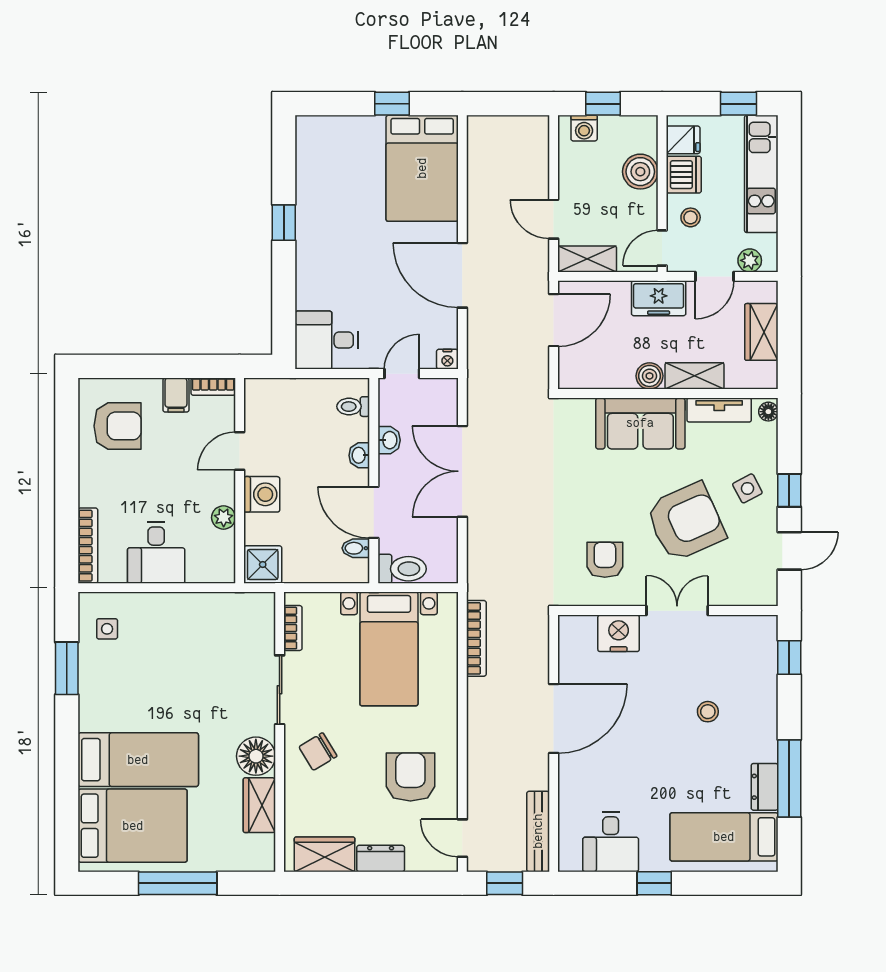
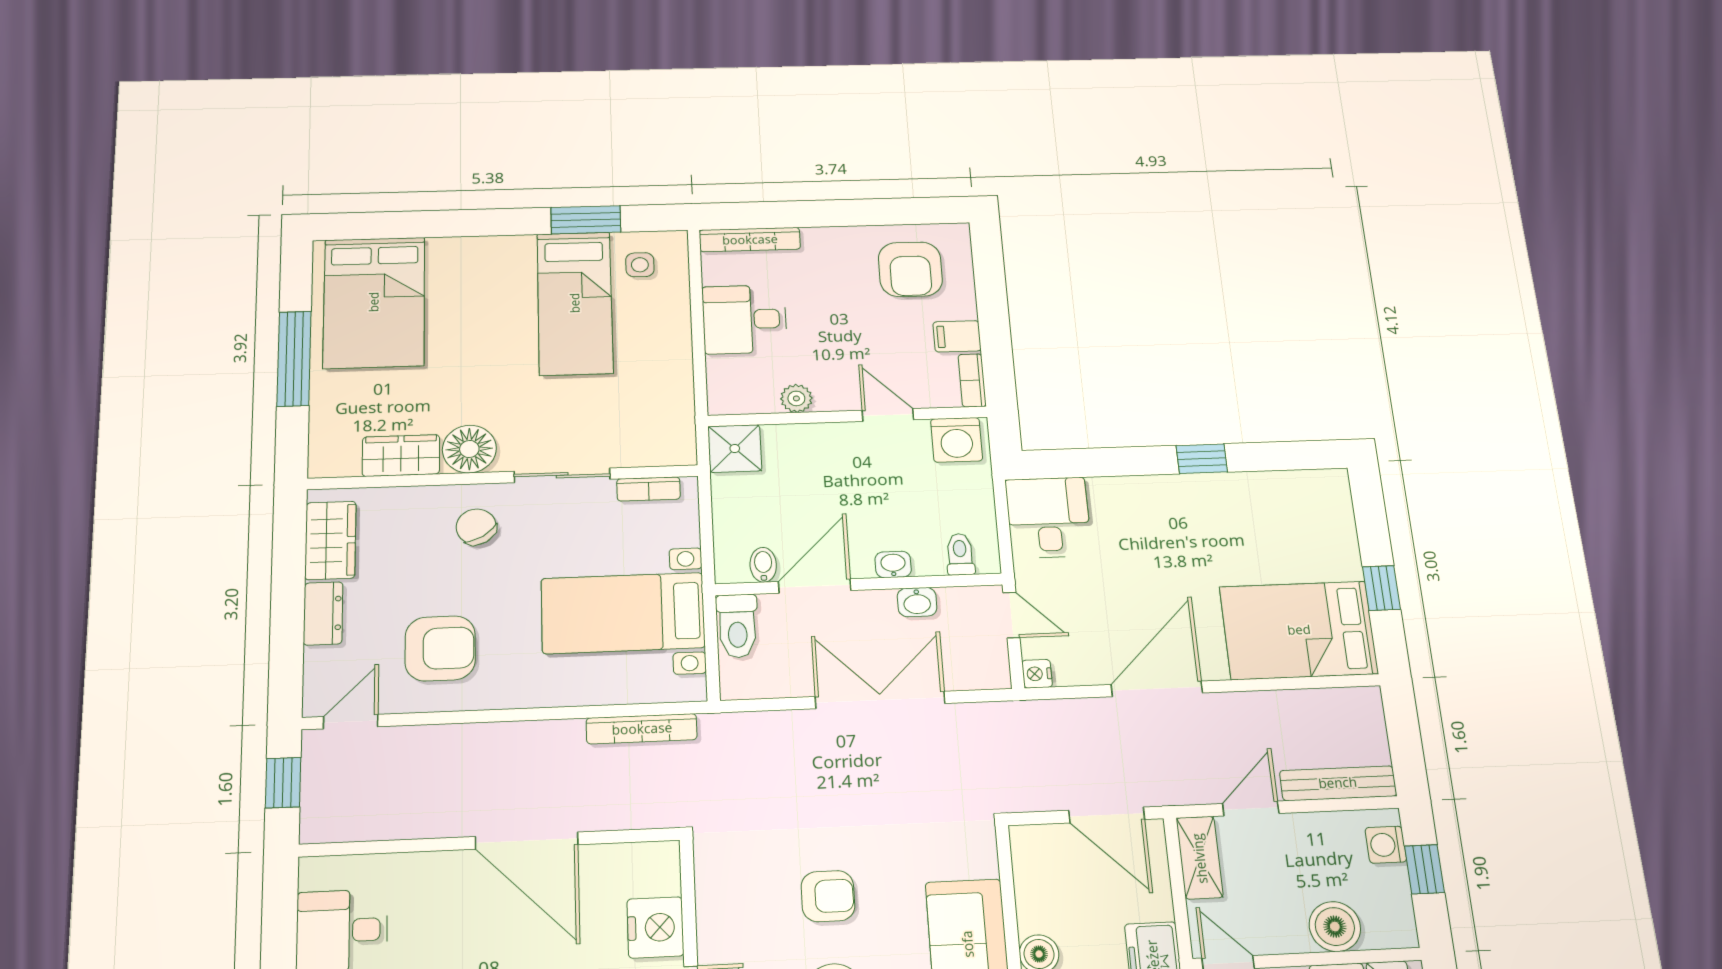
washing machine: (262, 494) -> (957, 440), moved
armchair: (605, 560) -> (828, 896), moved
bed: (138, 760) -> (575, 303), moved
bench: (538, 831) -> (1338, 783), moved

